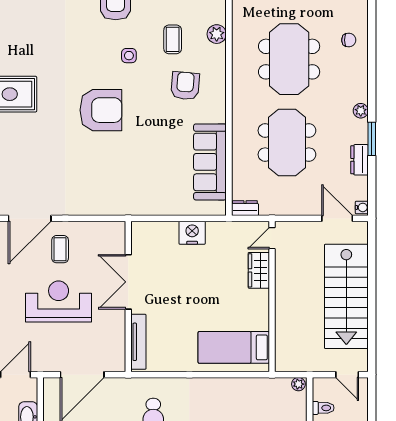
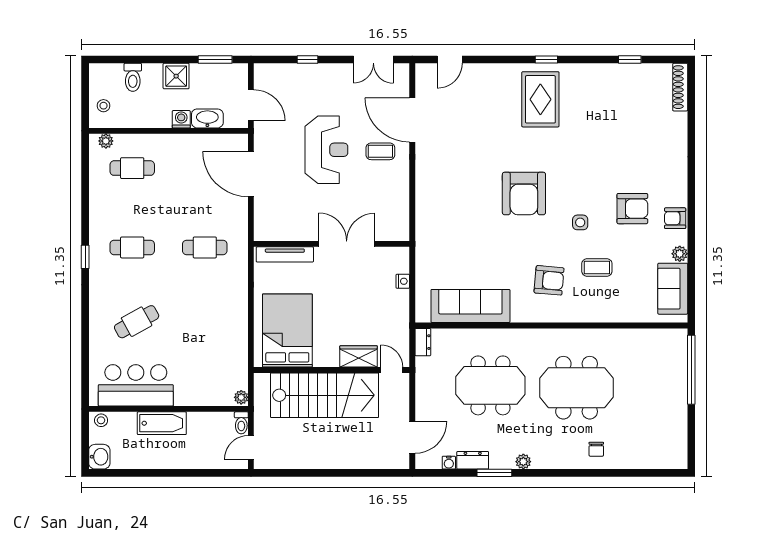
plant: (217, 34) -> (602, 313), removed
water cooler: (362, 207) -> (449, 463), moved
nightstand: (192, 233) -> (403, 281), width x0.53, depth x0.56
double door: (128, 282) -> (347, 244), moved
wall: (128, 296) -> (332, 244), moved
stairs: (346, 296) -> (325, 395), moved, turned 180
tv unit: (138, 342) -> (285, 254), moved
bed: (234, 347) -> (287, 331), width x1.50
toilet: (323, 408) -> (241, 423), moved

